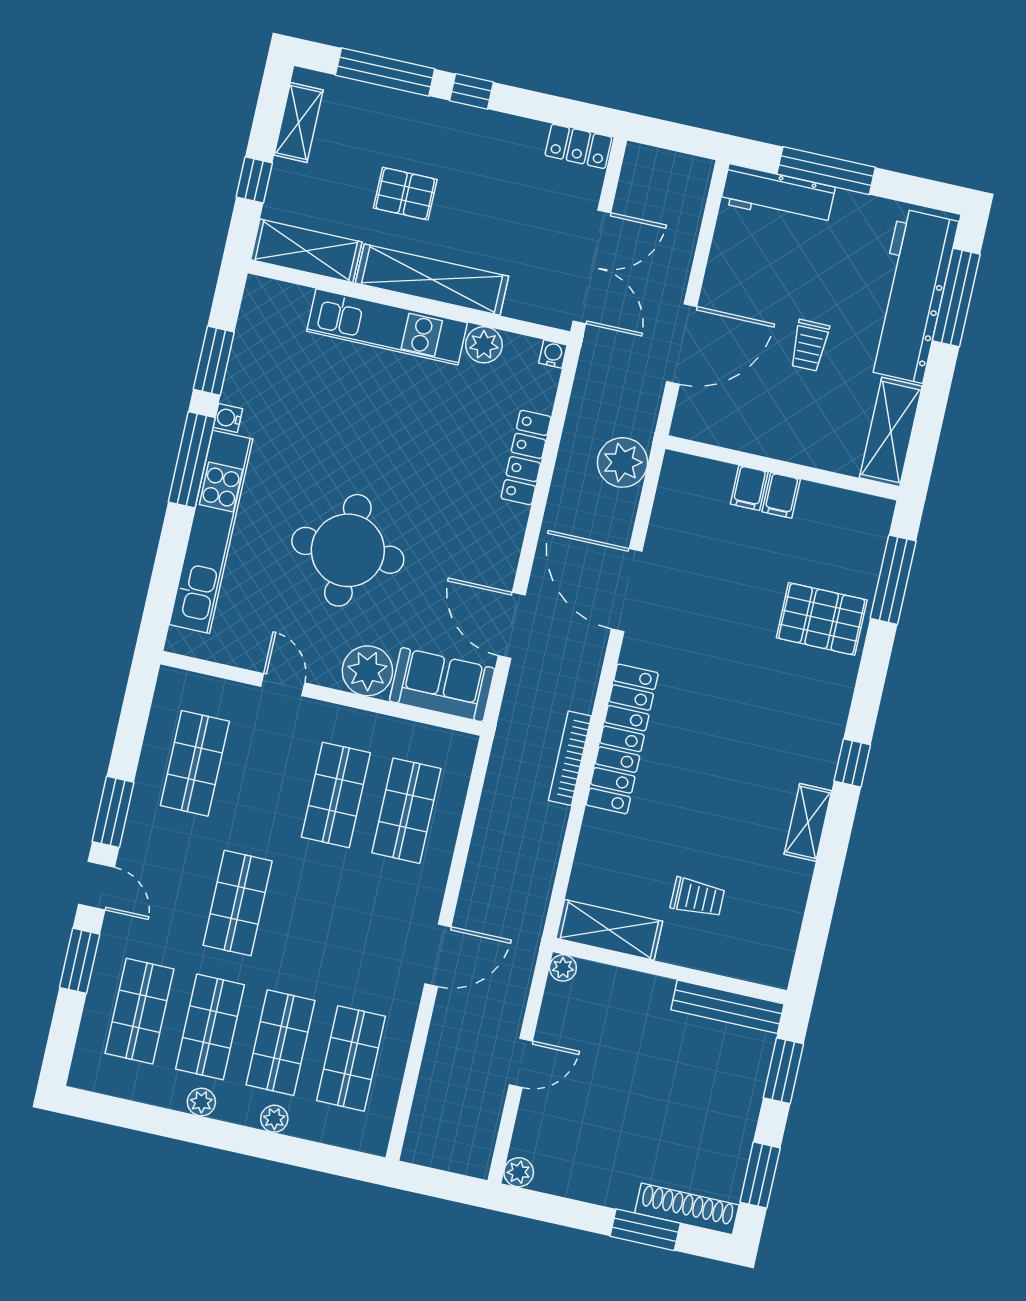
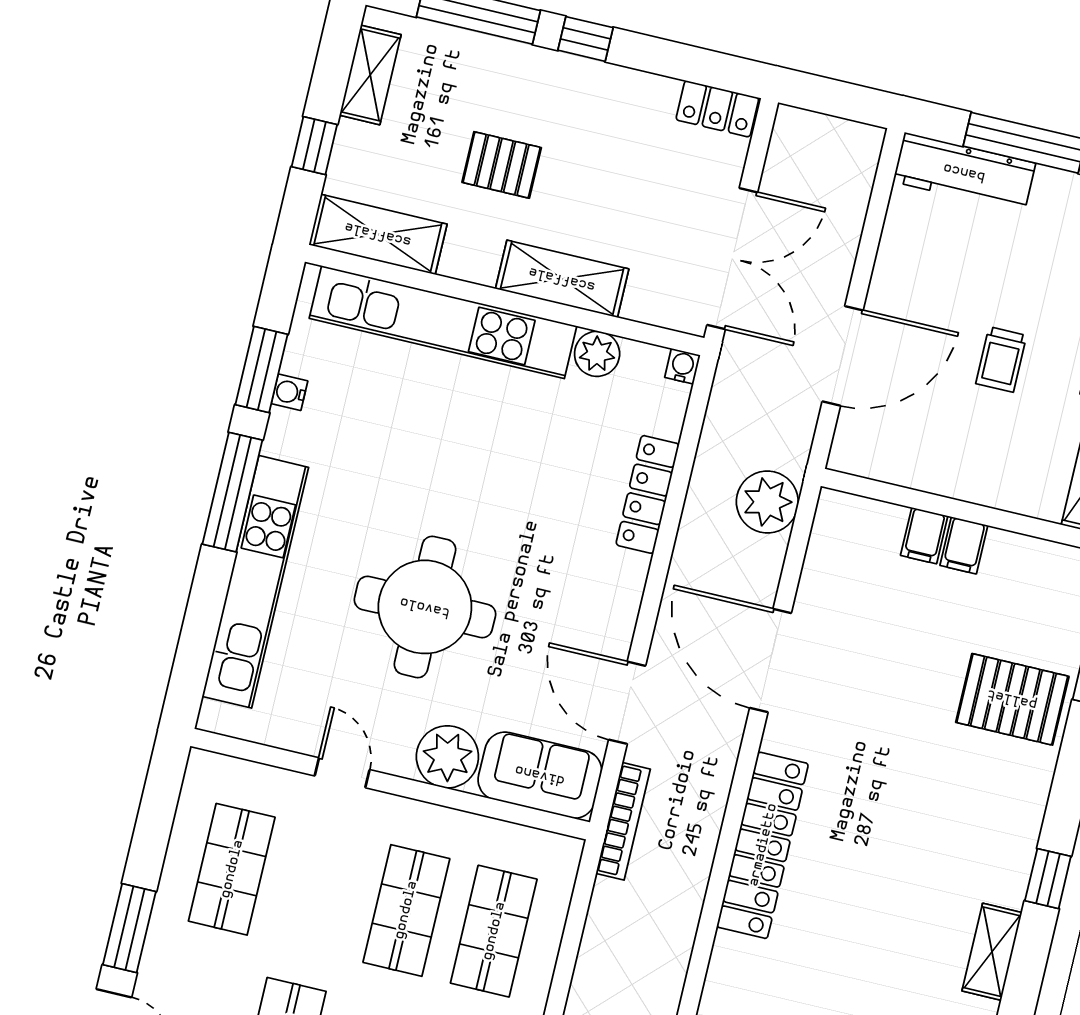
shelving: (432, 280) -> (562, 279), width x0.68
kitchen unit: (387, 327) -> (443, 322), width x1.36
water cooler: (228, 418) -> (289, 392), moved
bookcase: (570, 758) -> (623, 821), moved, turned 180

